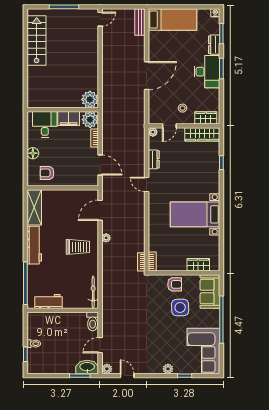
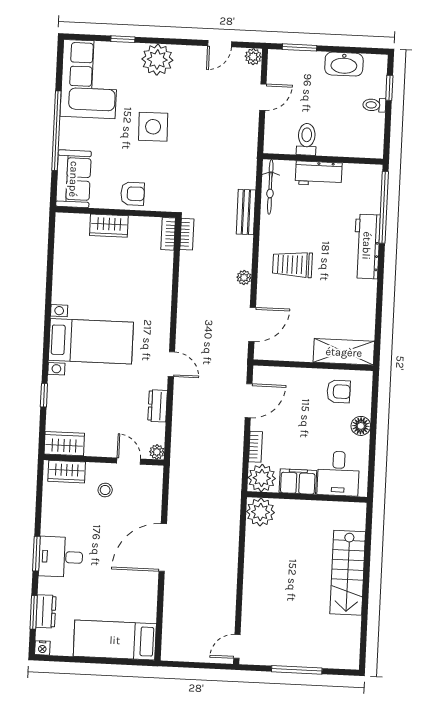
bench: (140, 22) -> (246, 212), moved
stairs: (37, 41) -> (348, 573), moved
dresser: (214, 45) -> (46, 611), moved
desk: (207, 72) -> (61, 557), width x0.73
door: (169, 126) -> (129, 461), hinge flipped
wardrobe: (202, 134) -> (64, 444), width x0.67
door: (100, 165) -> (249, 401), swing flipped
shelving: (34, 207) -> (344, 352), moved, turned 90
bed with nightstands: (195, 214) -> (91, 341), moved
workbench: (34, 245) -> (367, 246), moved
wardrobe: (198, 265) -> (109, 226), moved
armchair: (175, 284) -> (133, 194), turned 180
workbench: (48, 301) -> (319, 174), moved
side table: (180, 307) -> (153, 127), moved
toilet: (93, 321) -> (307, 139), moved
washbasin: (87, 367) -> (344, 64), moved
plant: (168, 369) -> (157, 60), width x1.88, depth x1.88
door: (127, 376) -> (220, 44), hinge flipped

